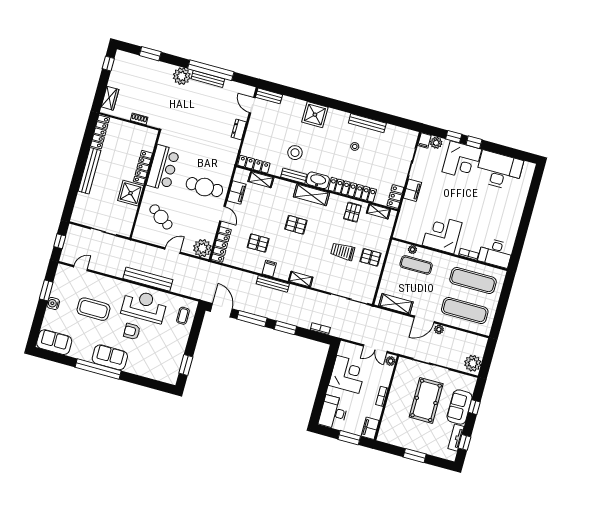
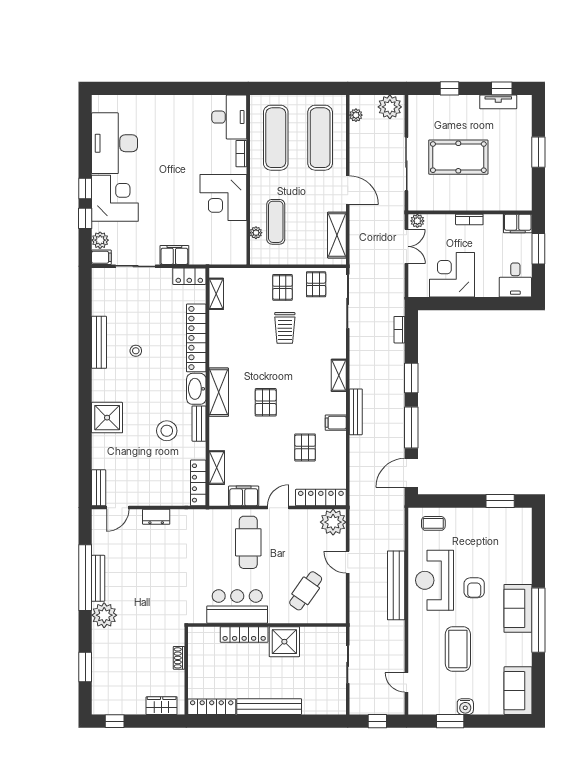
pallet: (352, 212) -> (316, 284), moved, turned 90
plant: (439, 329) -> (356, 115), moved
sofa: (459, 407) -> (455, 109), removed
desk: (334, 412) -> (515, 280), width x0.73

